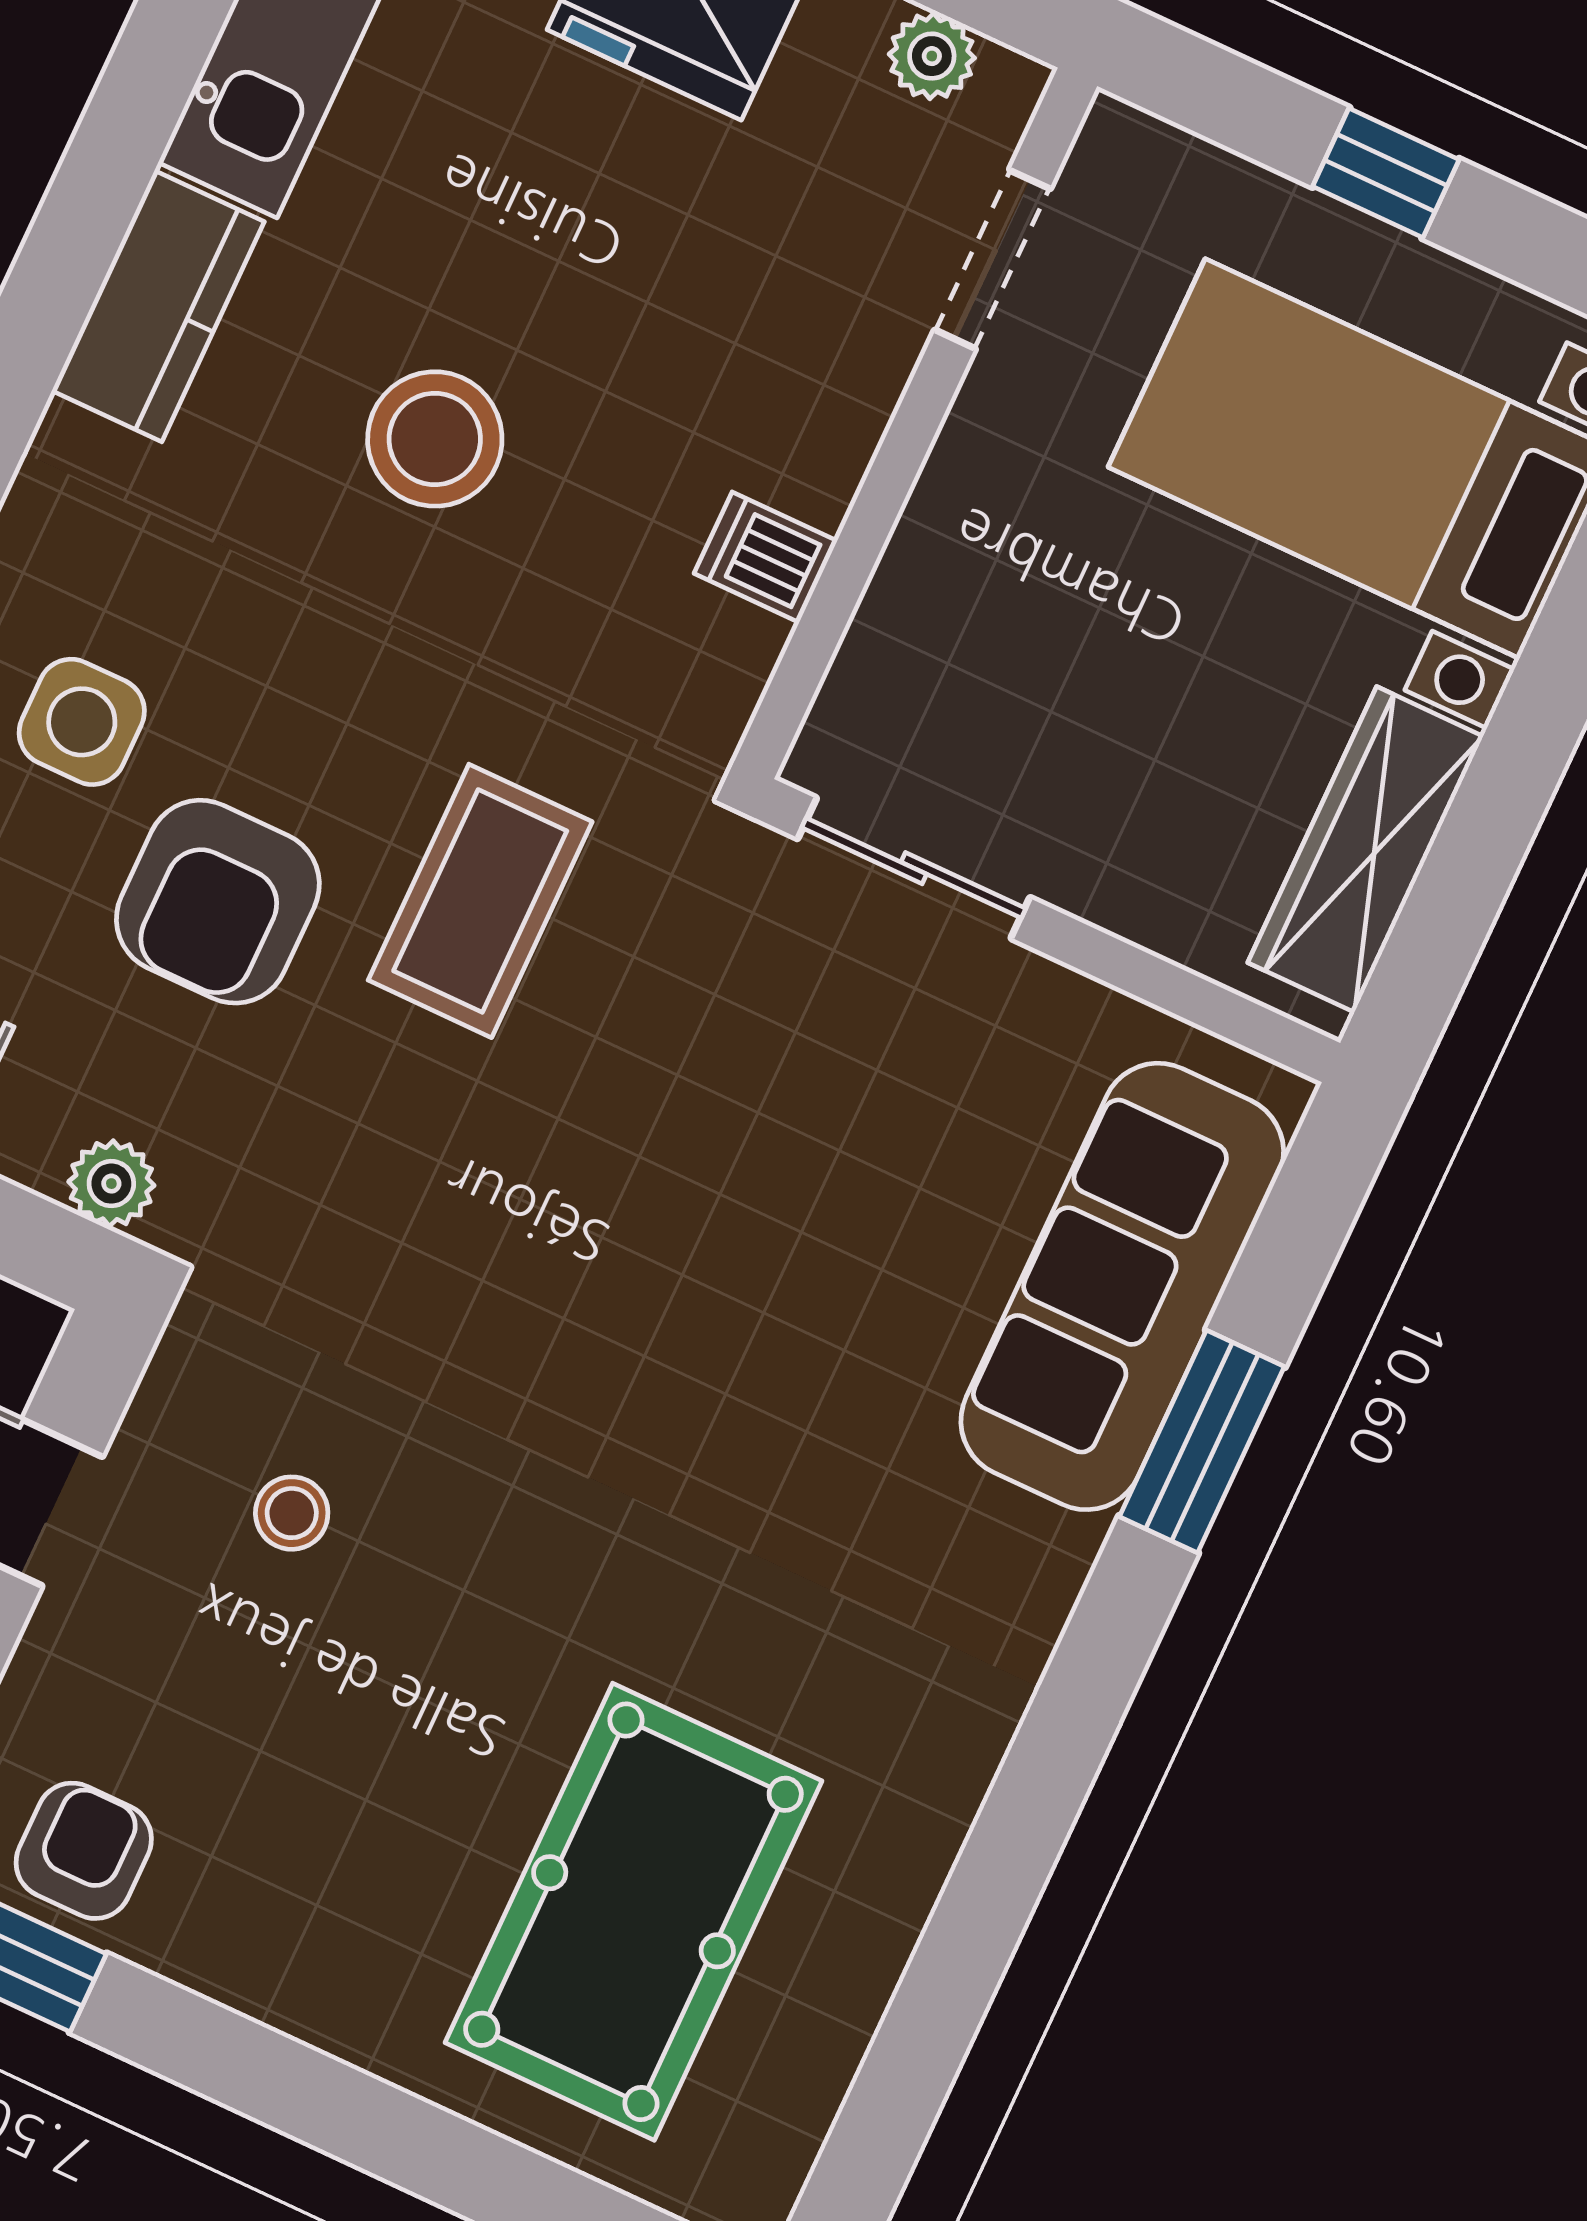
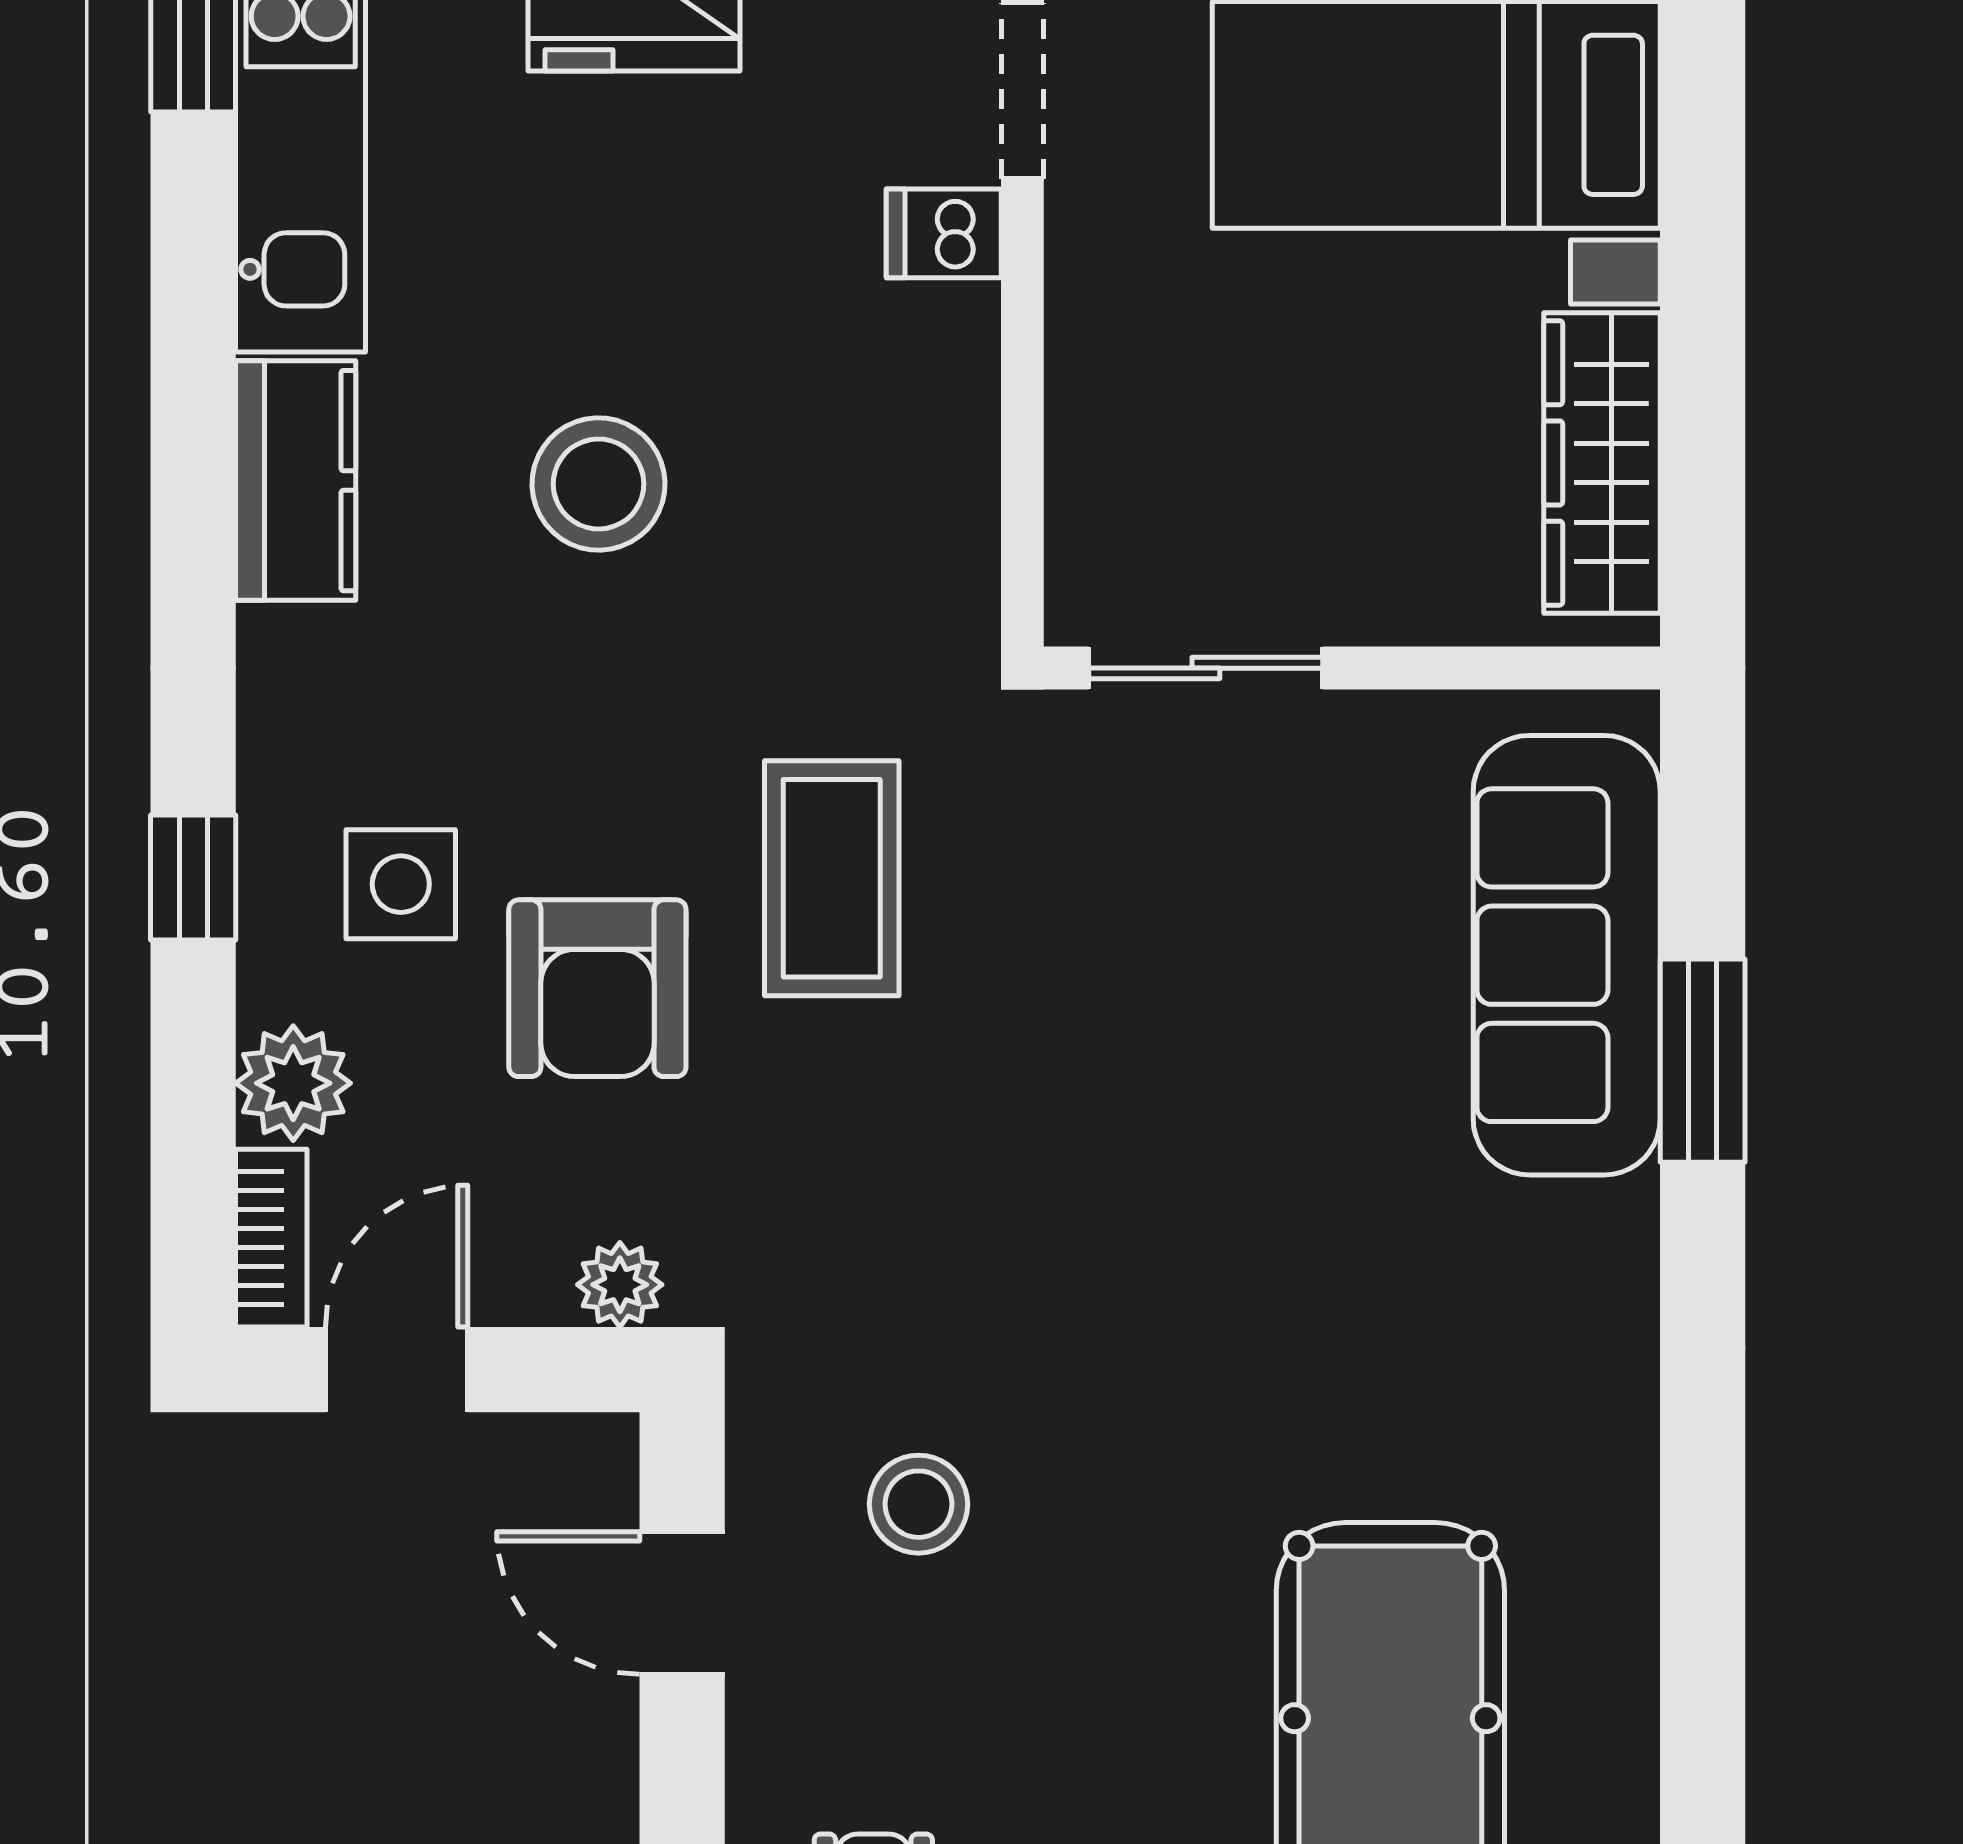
dishwasher: (766, 557) -> (944, 233), moved
stool: (292, 1513) -> (919, 1504), width x1.37, depth x1.37

